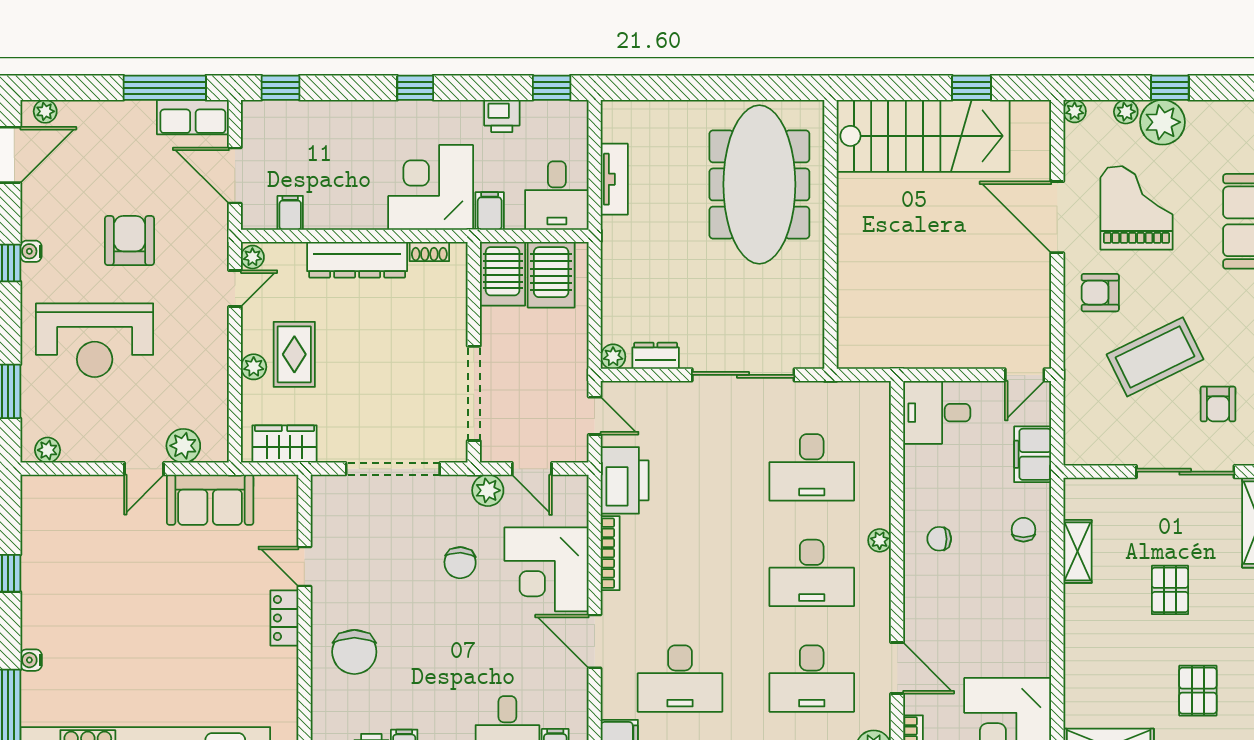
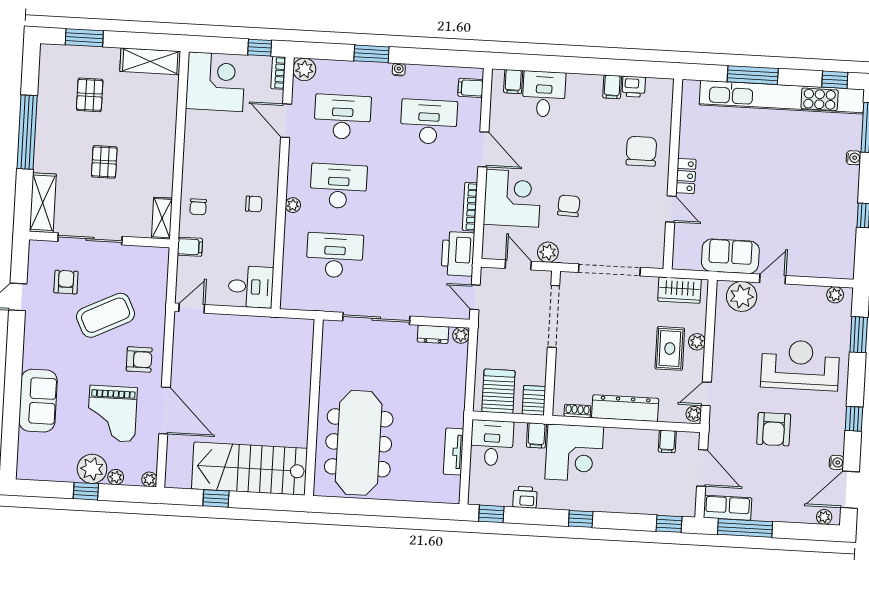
water cooler: (31, 251) -> (837, 462), moved
server rack: (503, 274) -> (534, 400), width x0.73, depth x0.70
plant: (183, 446) -> (742, 296), width x1.36, depth x1.36
filing cabinet: (1033, 454) -> (190, 247), width x0.50
shelving: (1077, 551) -> (162, 218), moved

